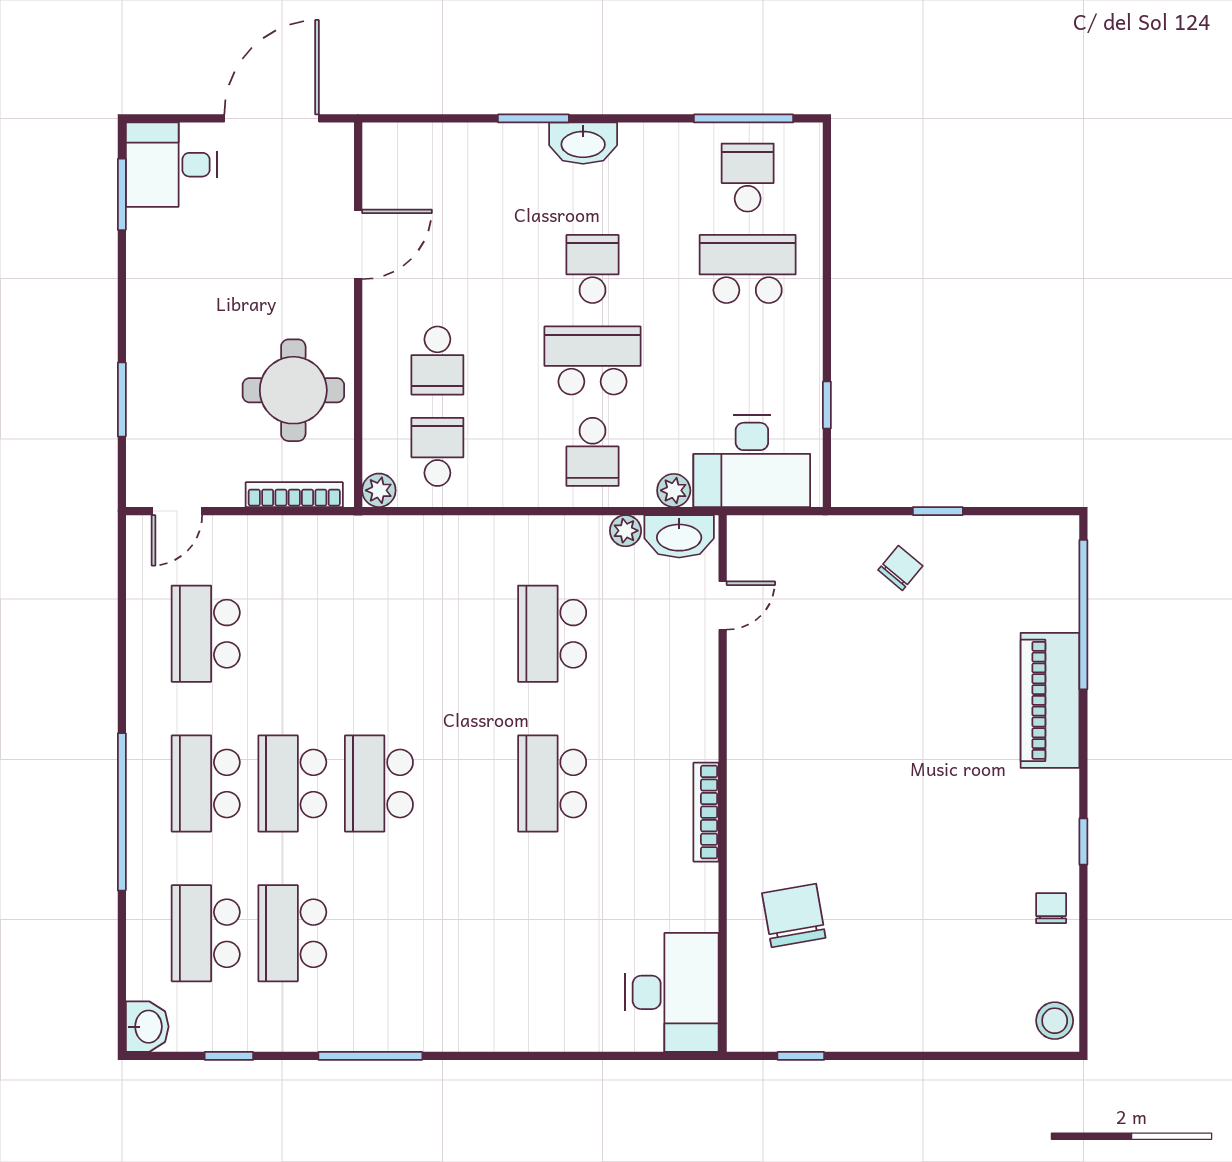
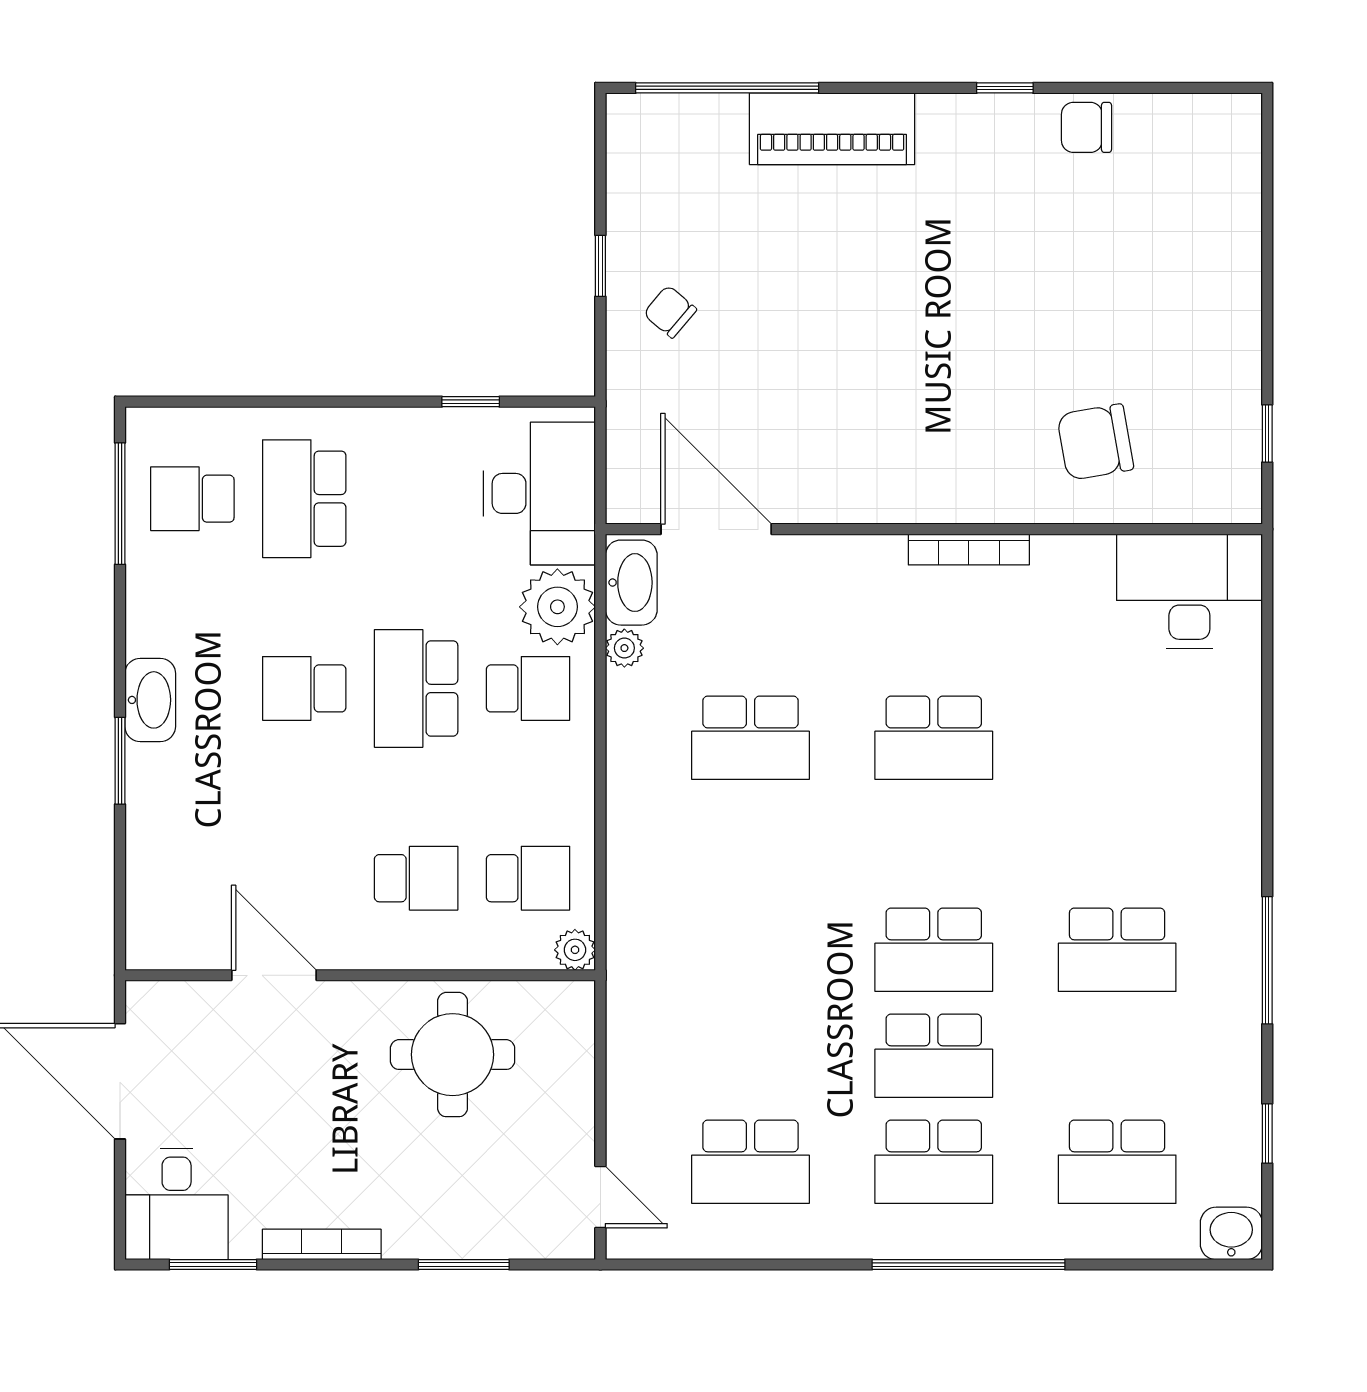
school desk: (437, 452) -> (528, 878), turned 180
plant: (674, 490) -> (557, 607), width x1.87, depth x1.87
bookcase: (294, 495) -> (322, 1244), moved, turned 90
door: (723, 606) -> (716, 529), width x1.87
chair: (1051, 908) -> (1086, 127), width x1.37, depth x1.37
school desk: (292, 933) -> (1117, 950), moved
stool: (1055, 1021) -> (1224, 123), removed

